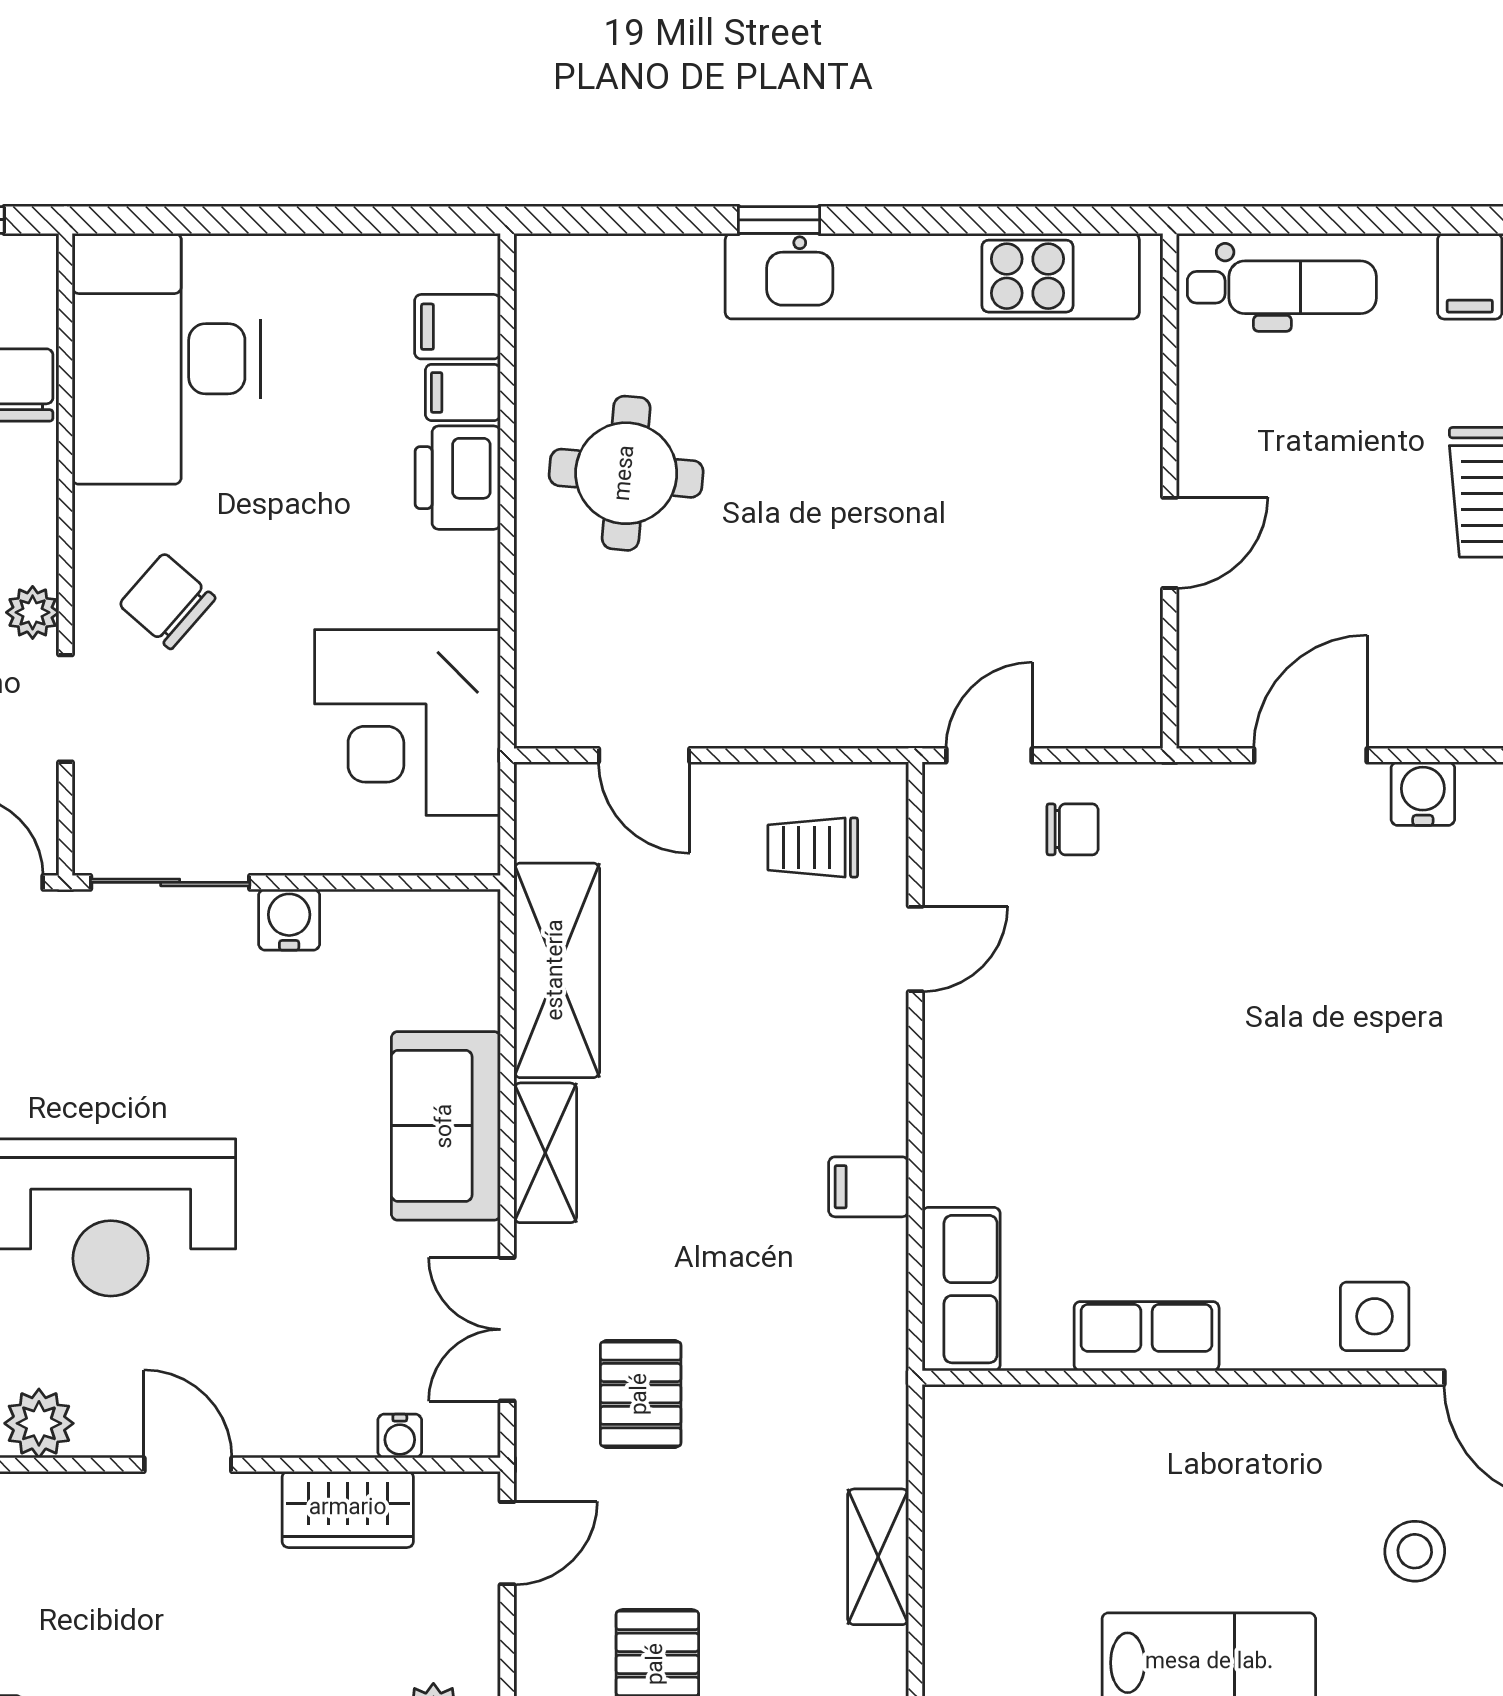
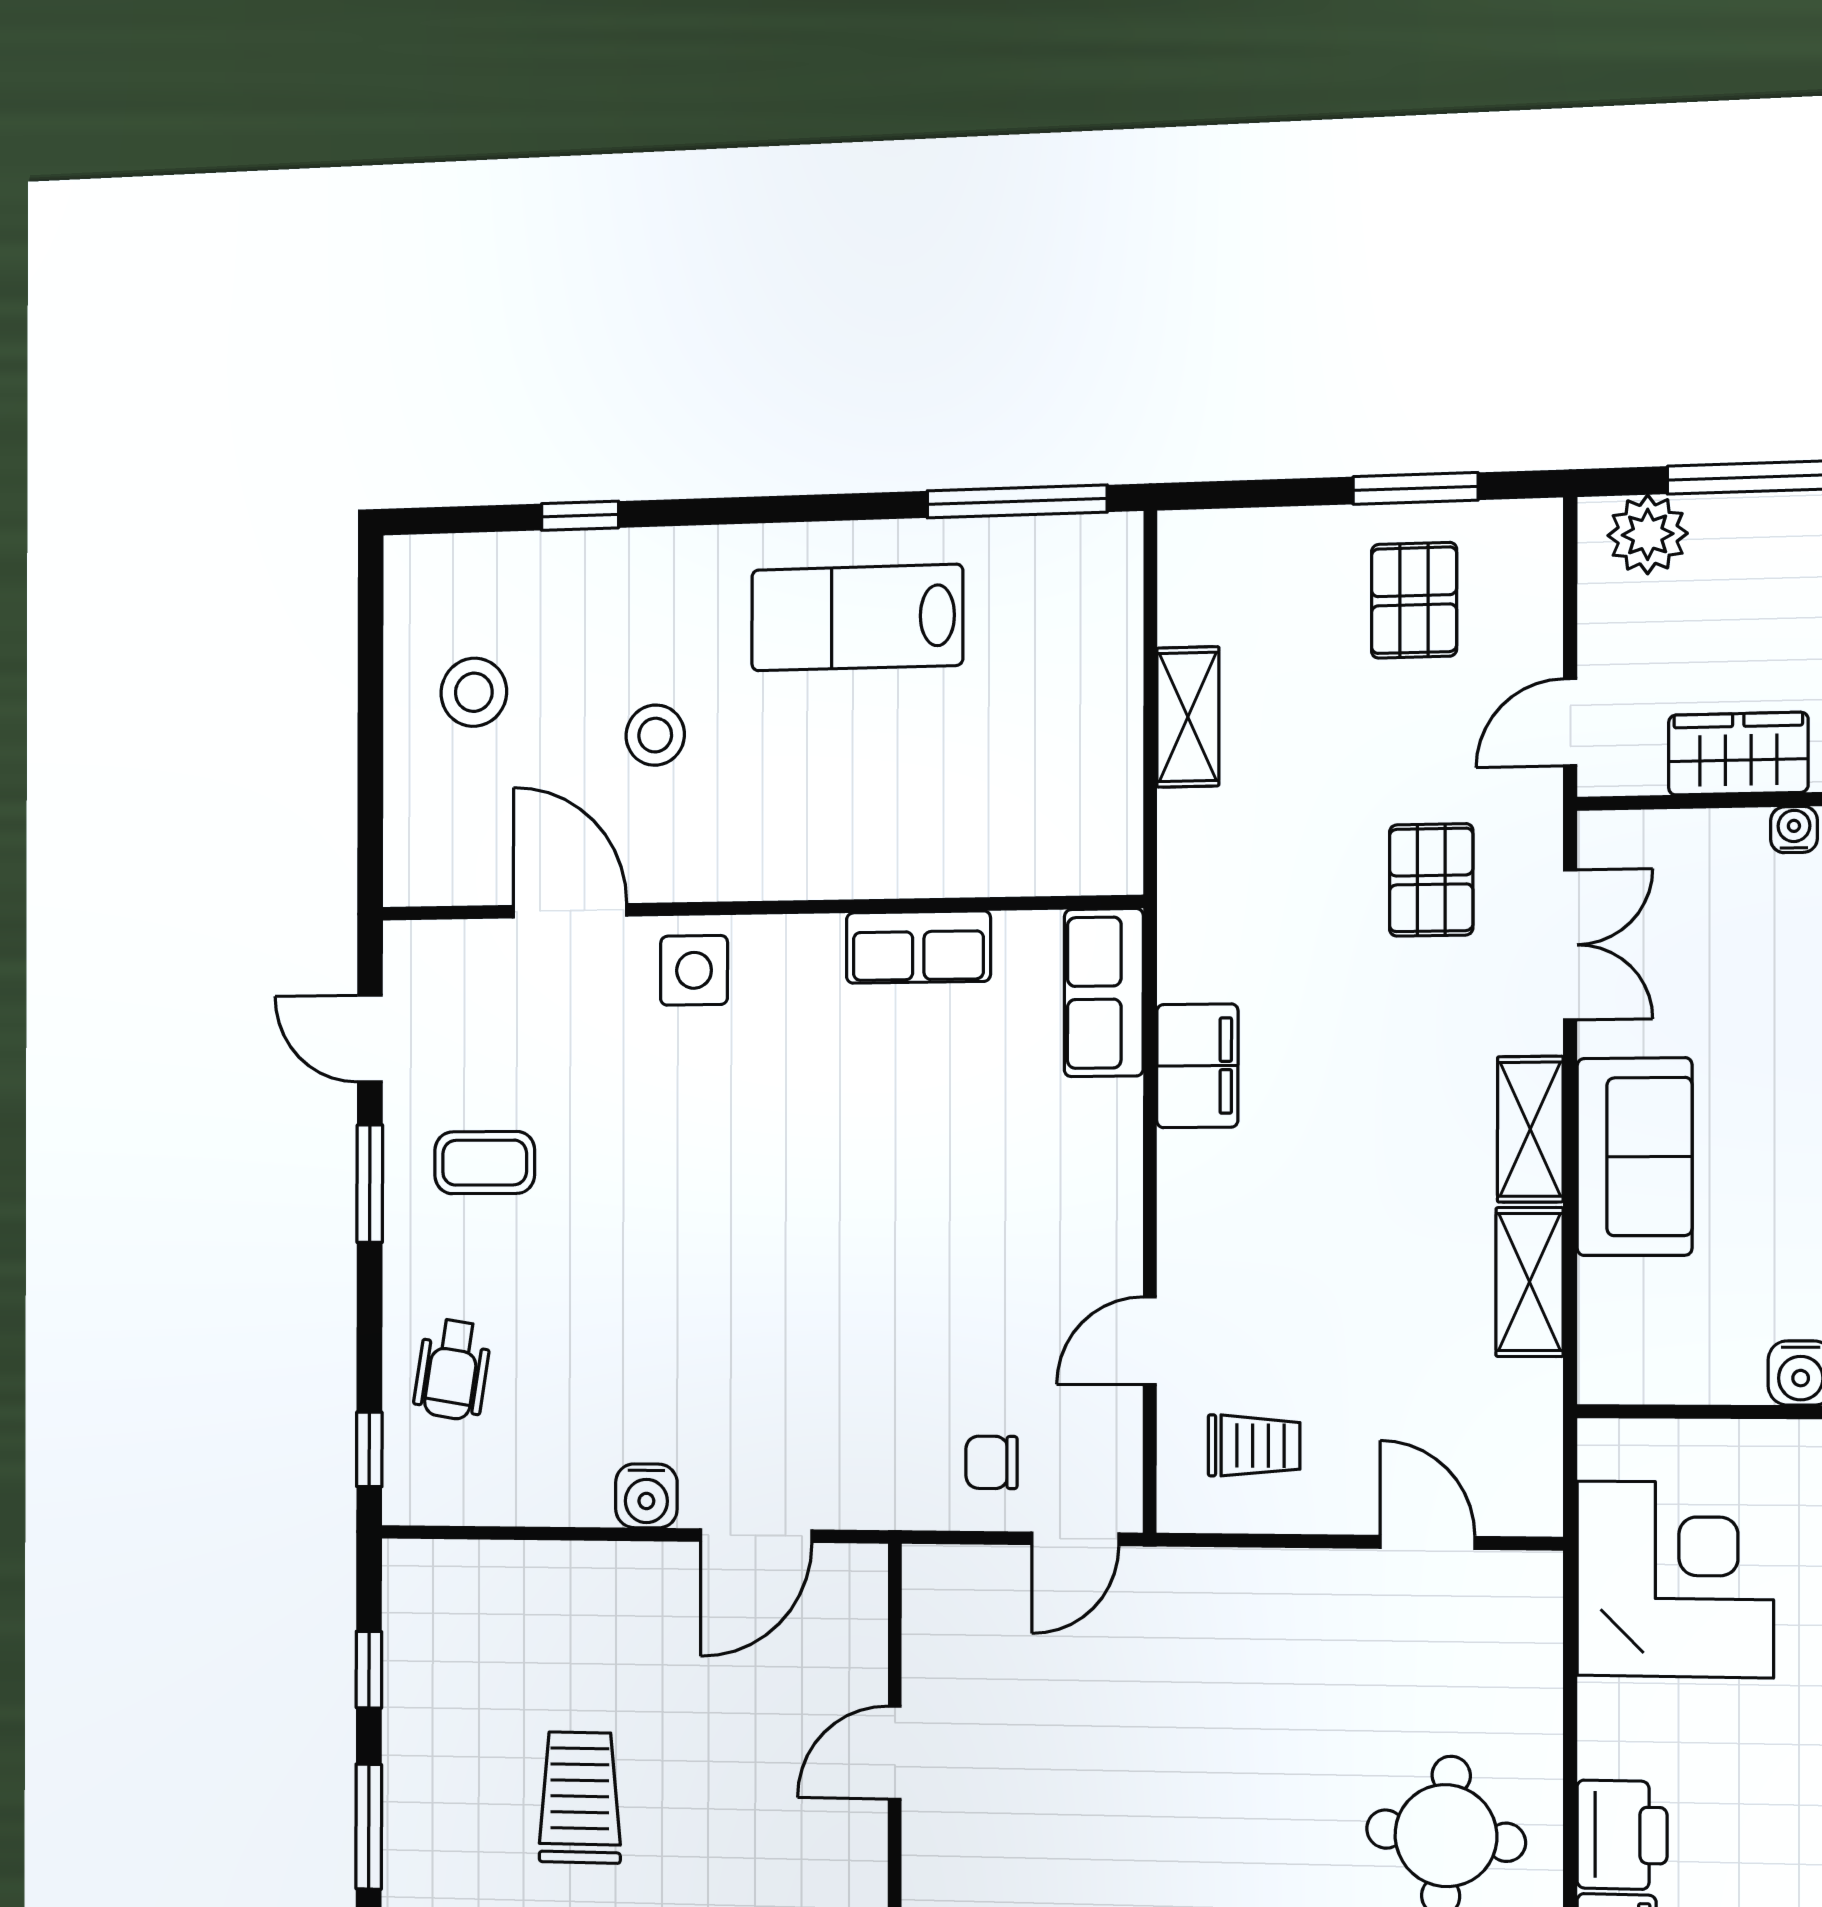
shelving: (557, 970) -> (1530, 1282), width x0.67, depth x0.75
filing cabinet: (869, 1187) -> (1197, 1066), width x2.00
water cooler: (400, 1436) -> (1794, 830), moved

